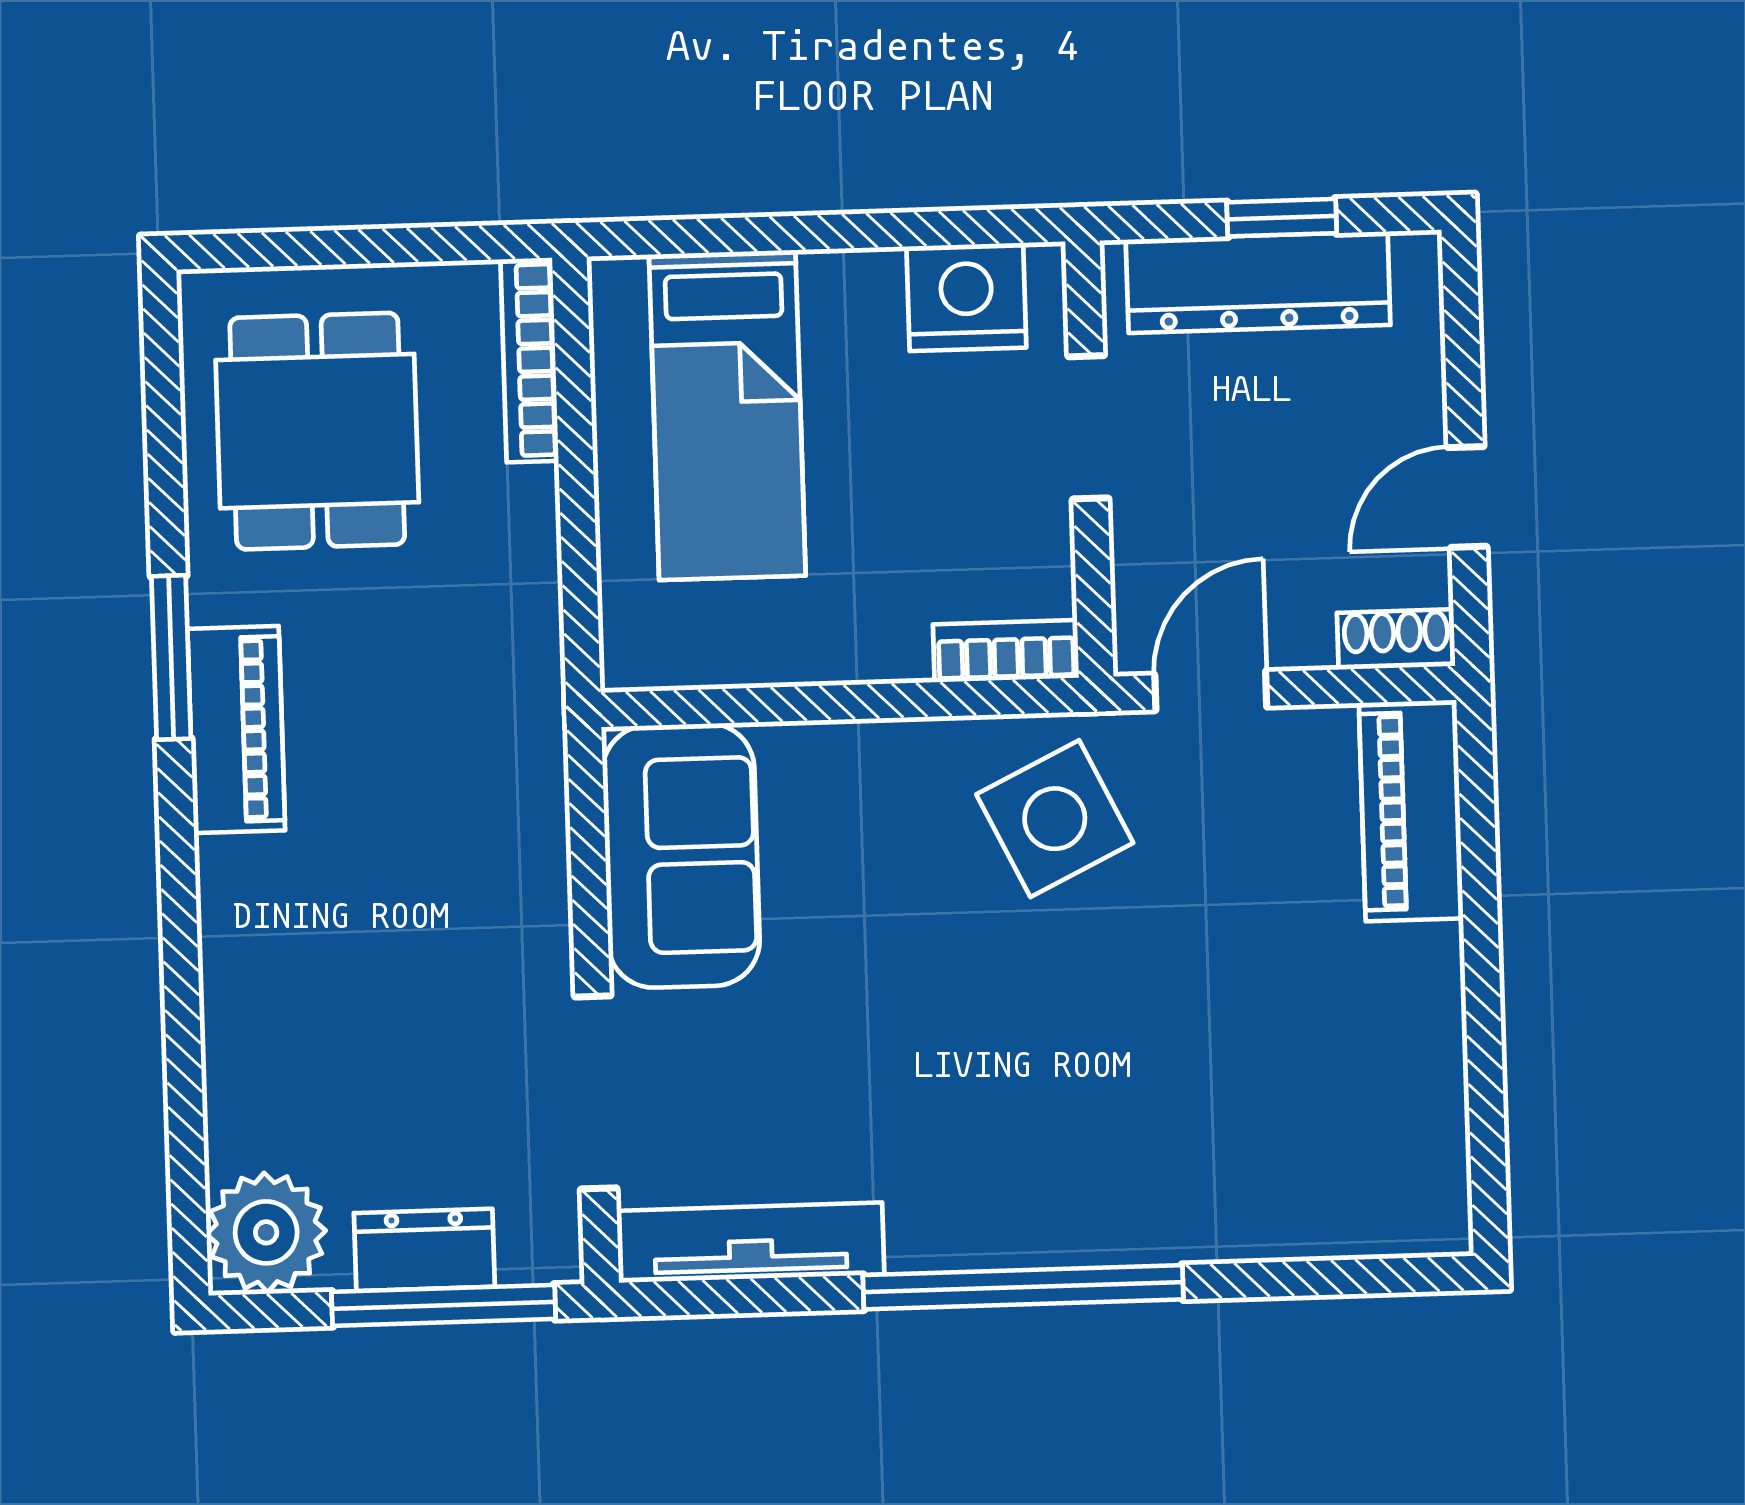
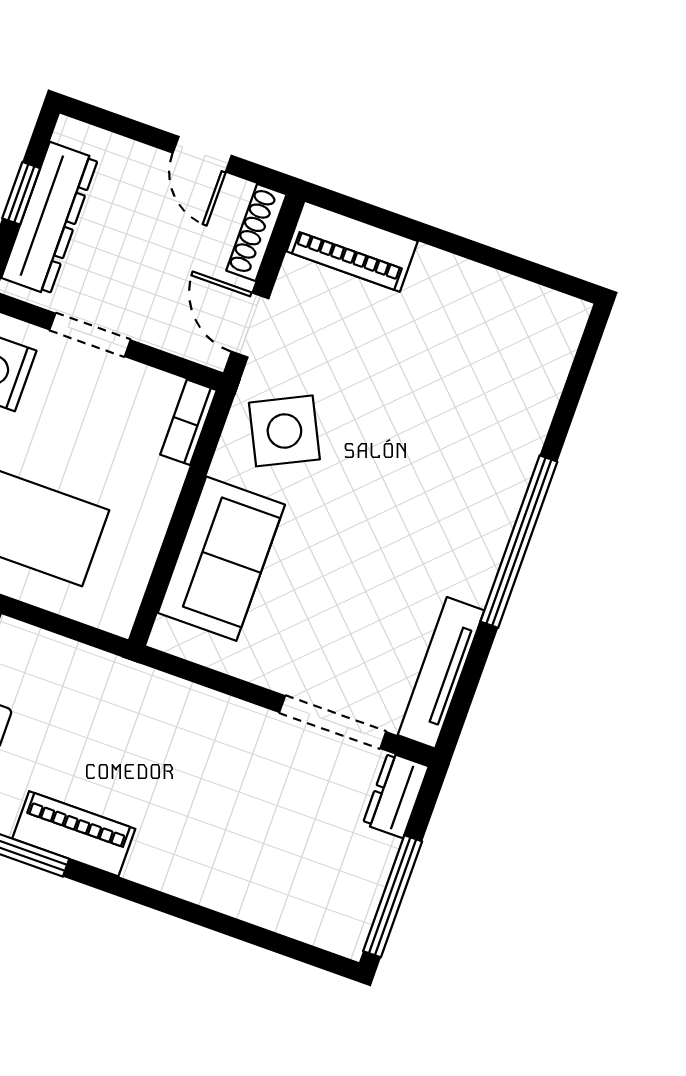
shoe rack: (1396, 639) -> (256, 232), width x1.43
sofa: (681, 856) -> (221, 559), moved, turned 90
plant: (266, 1232) -> (338, 920), removed
dresser: (424, 1250) -> (396, 795), moved
window: (444, 1305) -> (393, 896), moved

